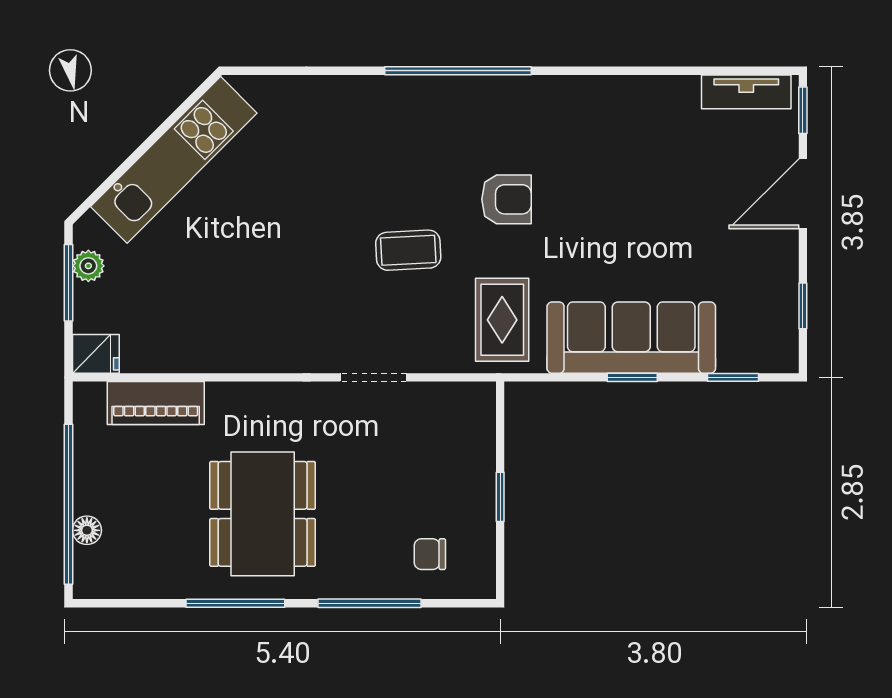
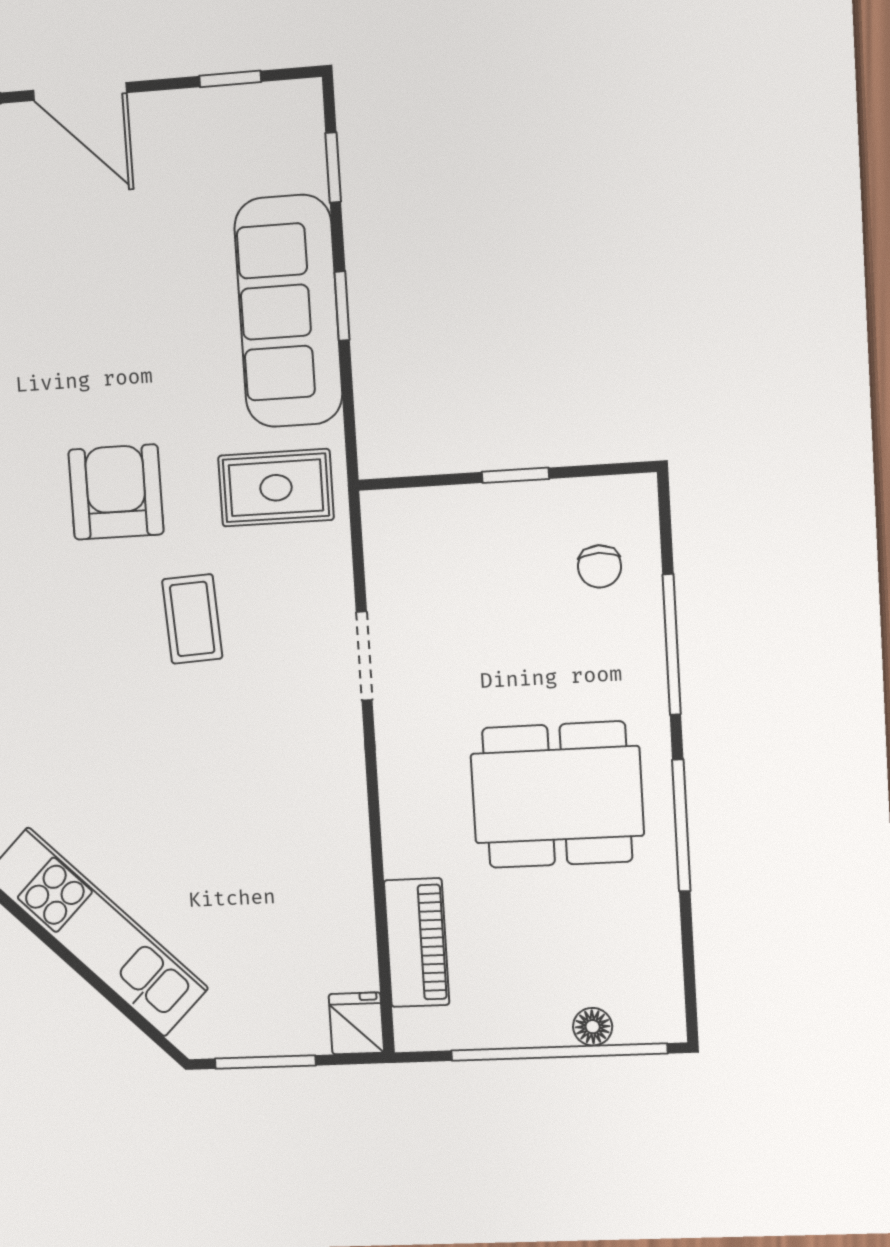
armchair: (507, 199) -> (116, 492), width x1.38, depth x1.38
plant: (88, 266) -> (242, 1037), removed

